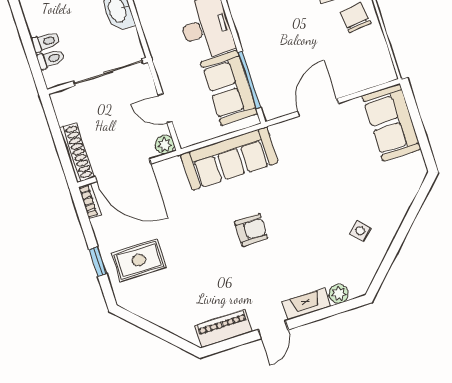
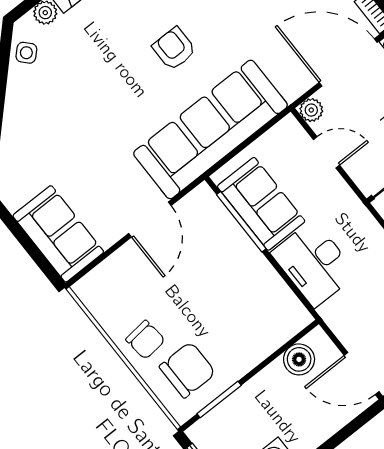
sofa: (229, 159) -> (210, 129), width x1.36, depth x1.27
armchair: (251, 230) -> (174, 49), turned 90
side table: (360, 231) -> (26, 53), moved

